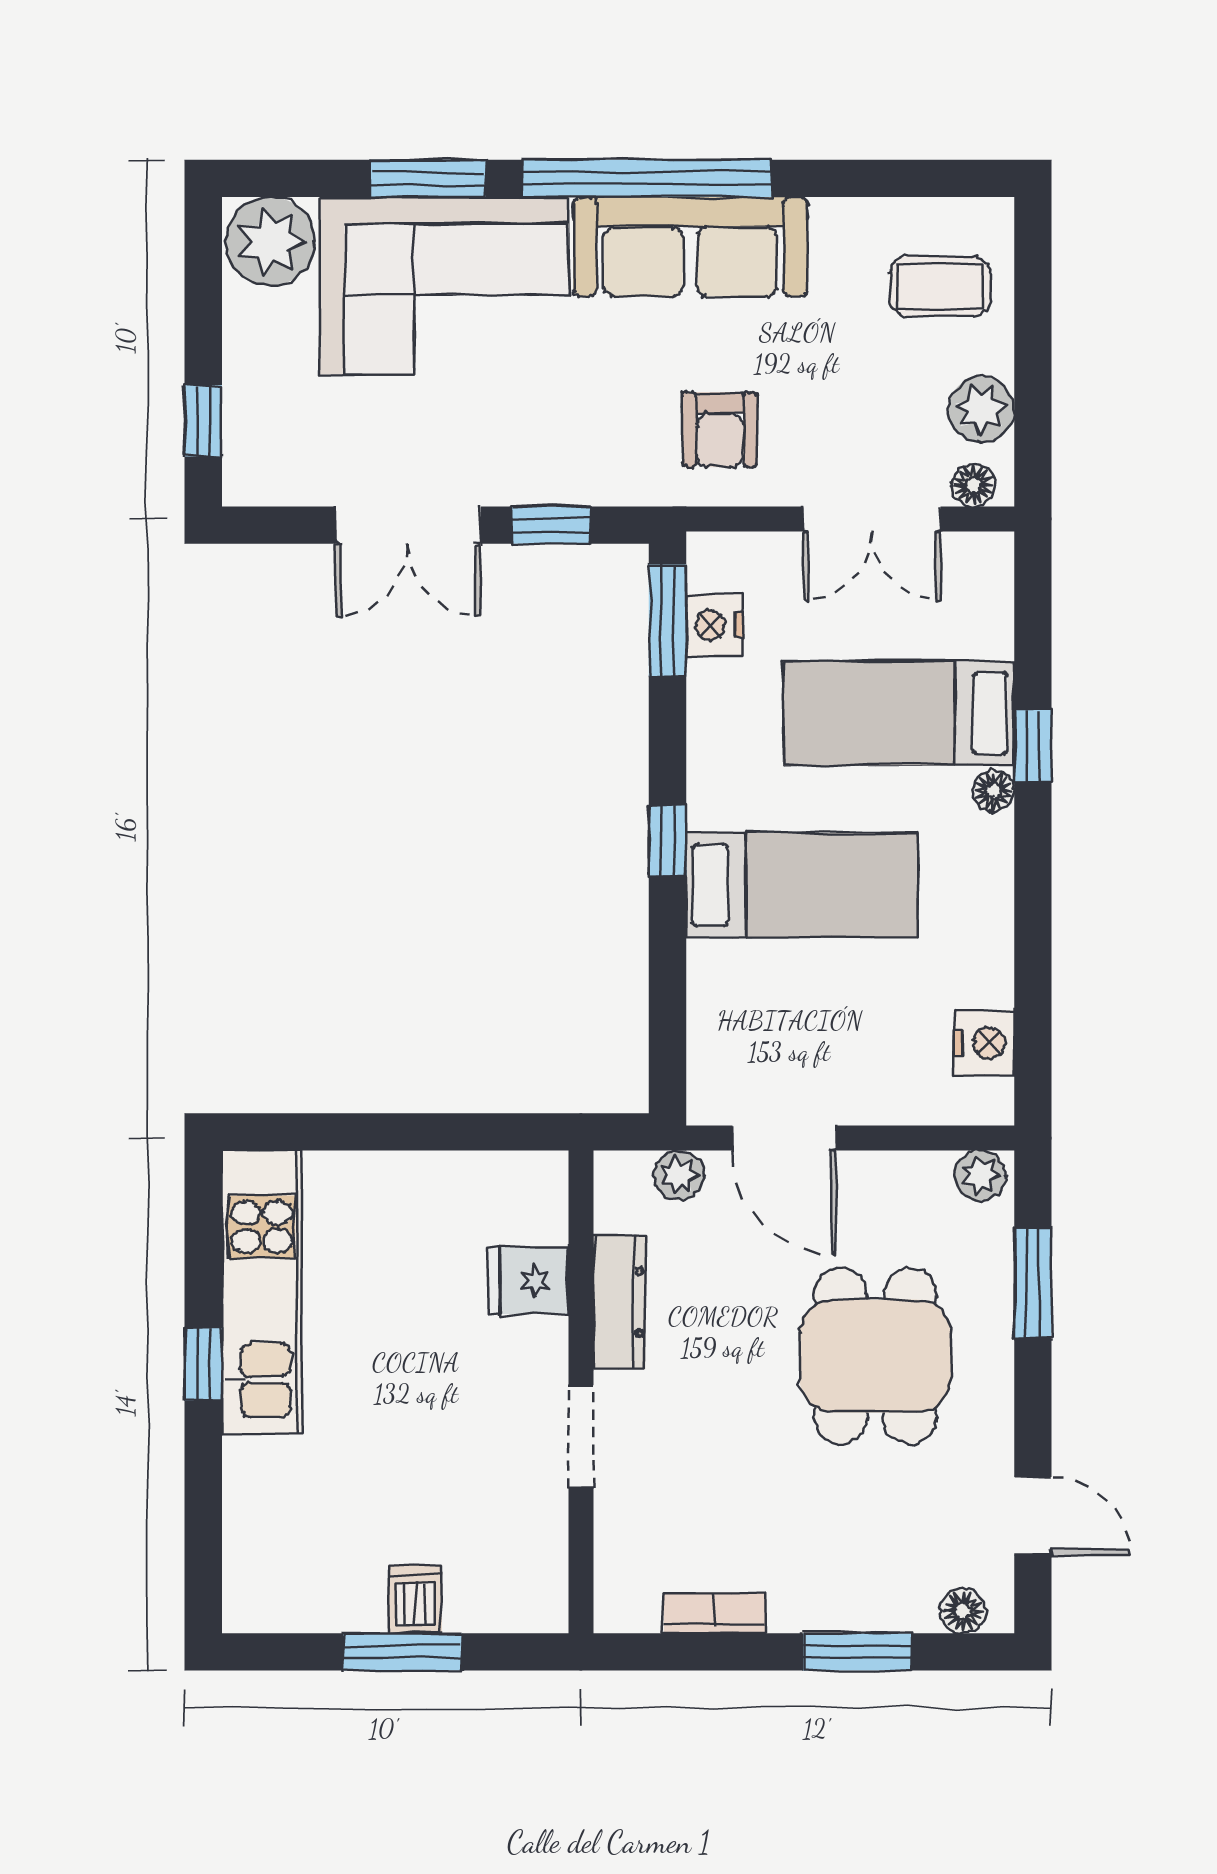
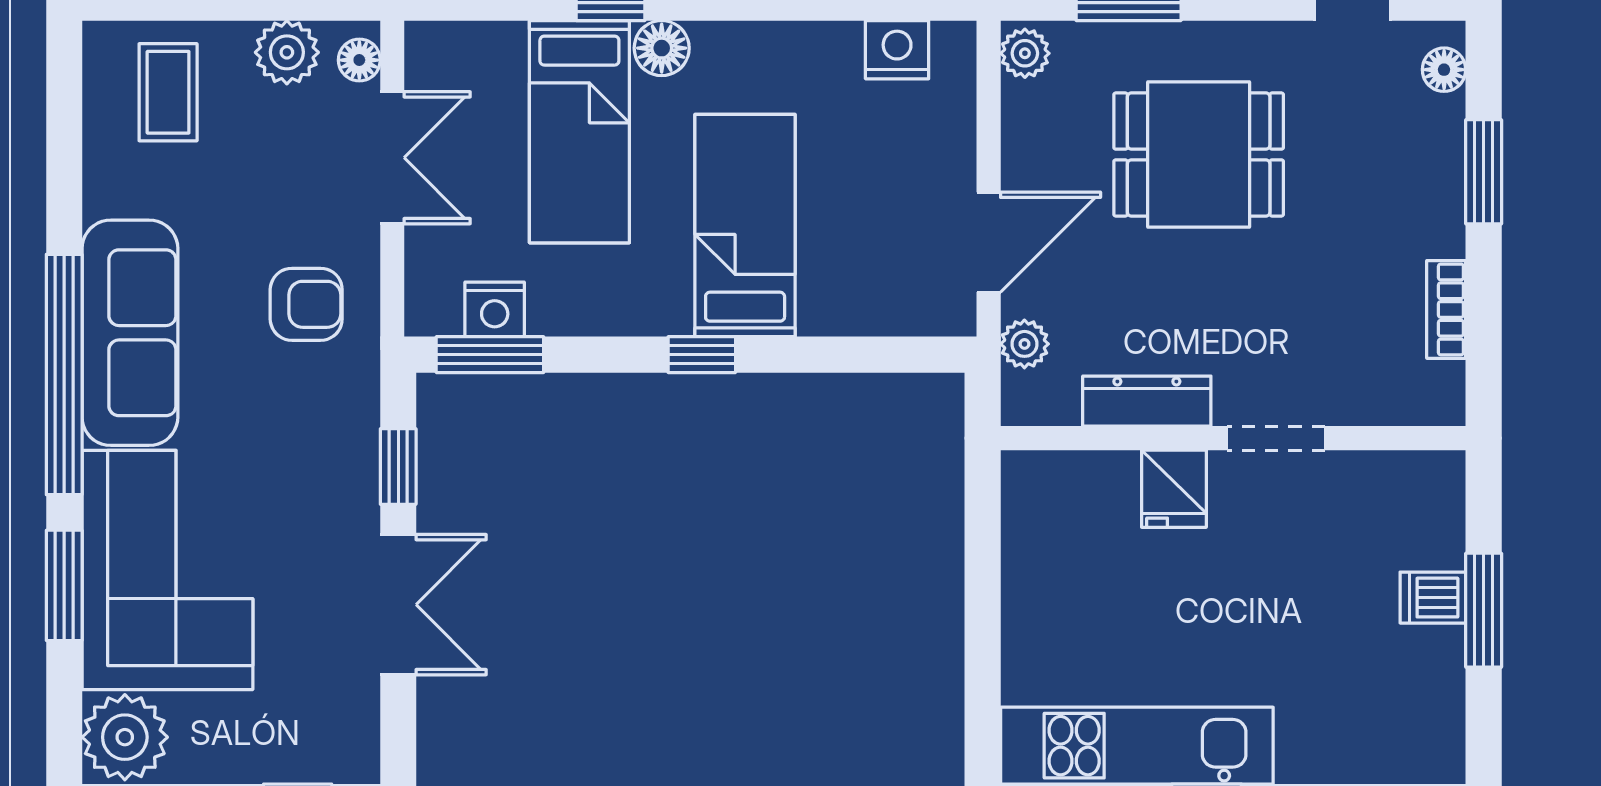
floor lamp: (993, 791) -> (662, 48), width x1.37, depth x1.37
fridge: (528, 1280) -> (1174, 489), moved

